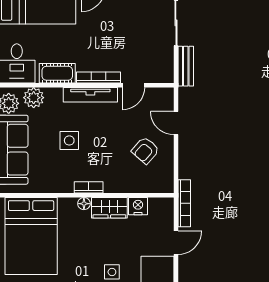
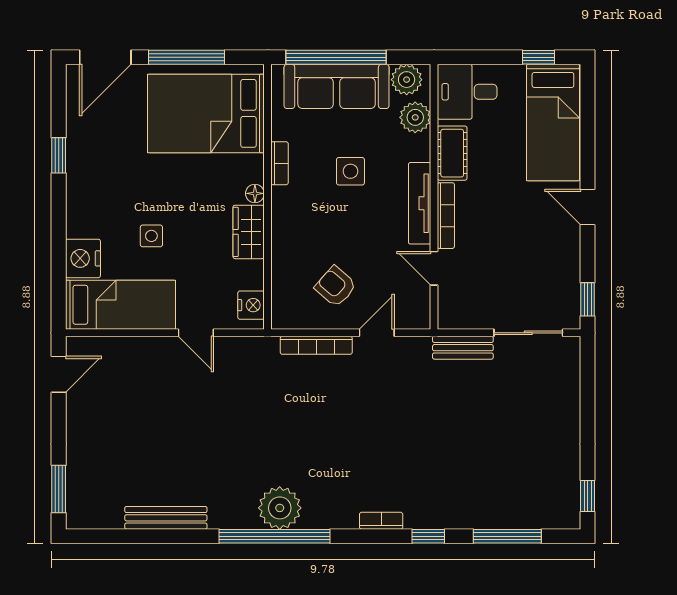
bookcase: (89, 187) -> (280, 163), moved
bookcase: (184, 203) -> (316, 345), moved
nightstand: (138, 206) -> (251, 305), moved

